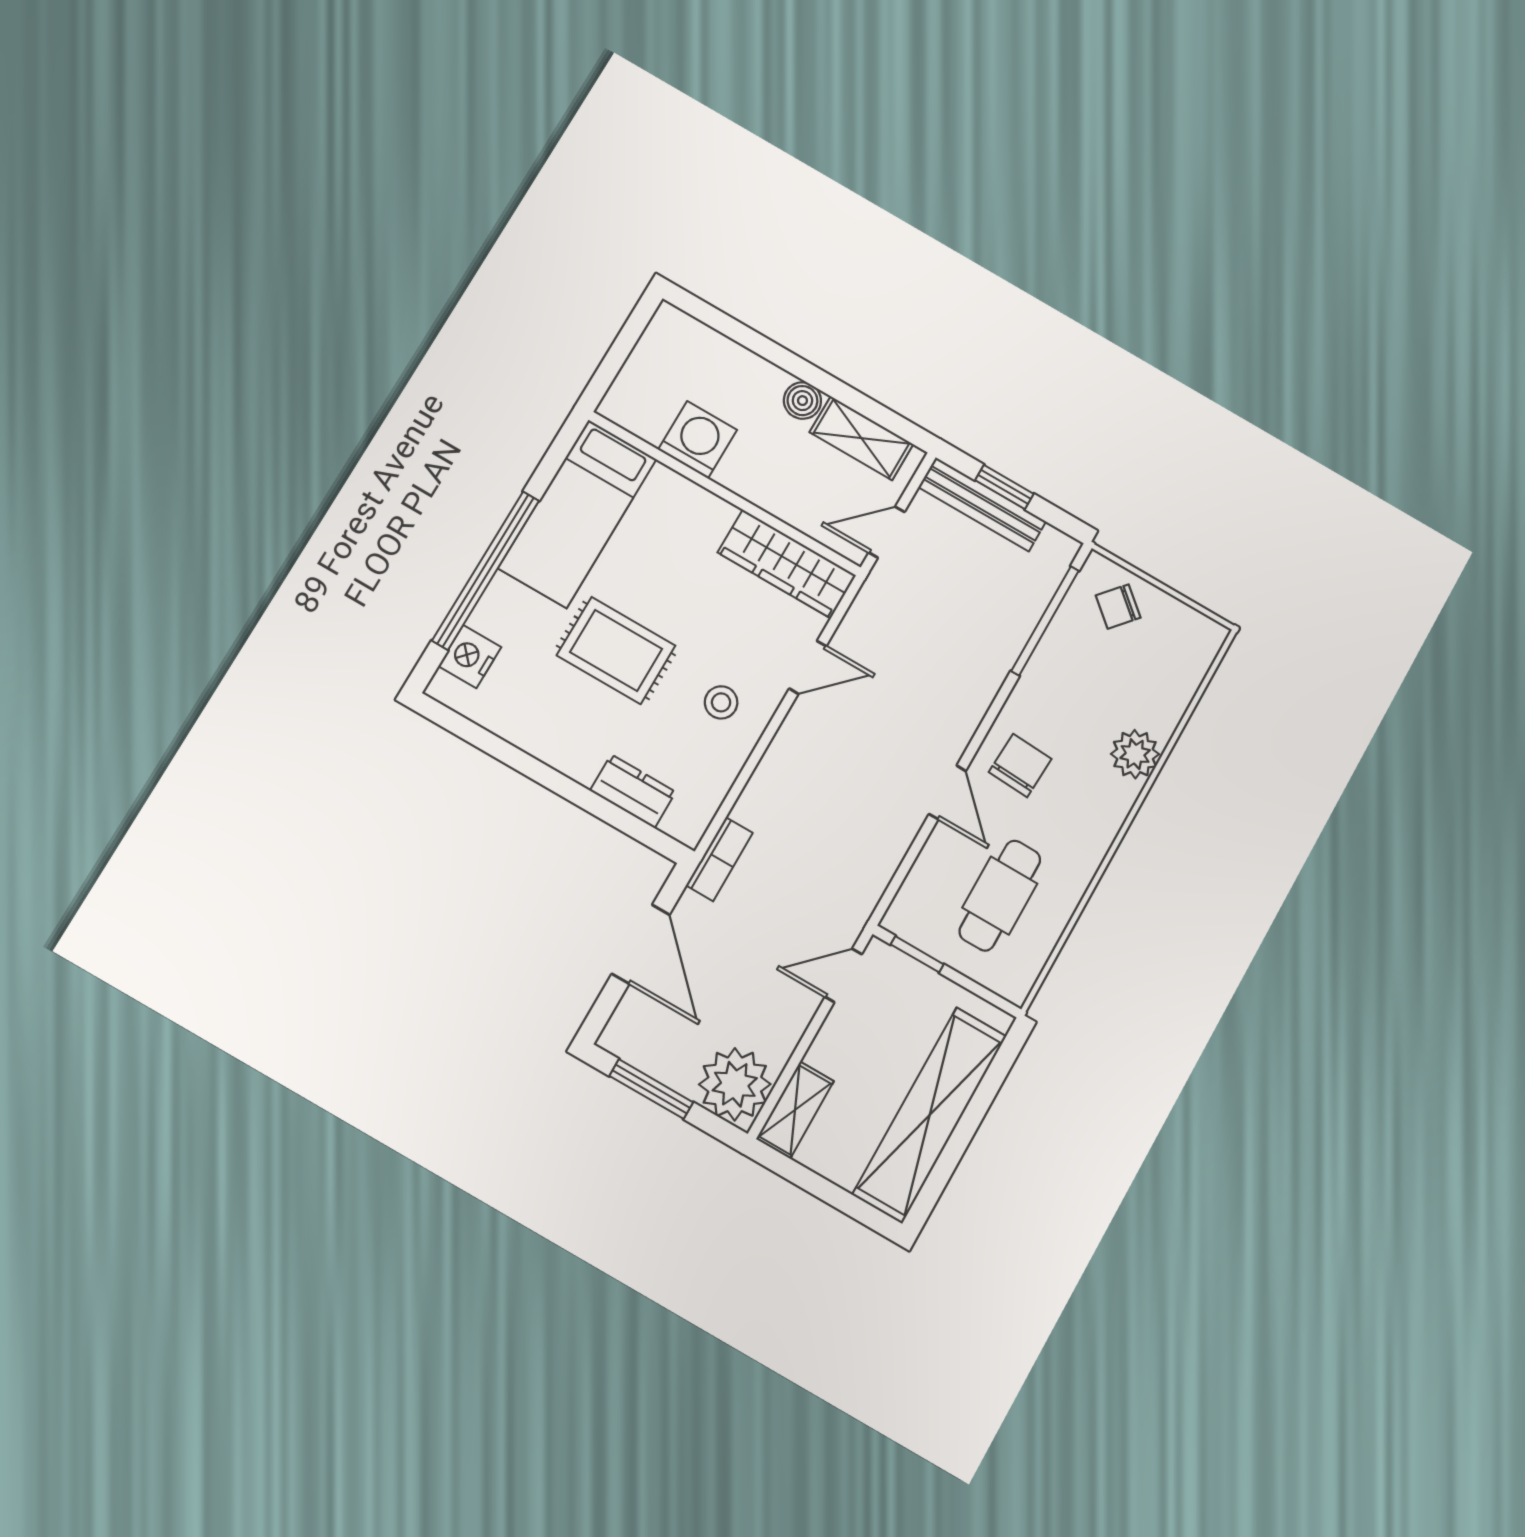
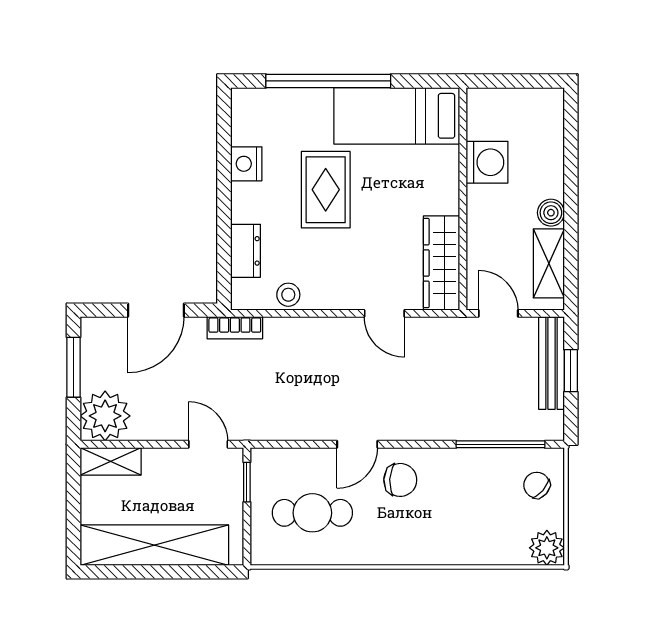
nightstand: (470, 657) -> (246, 164), moved, turned -90
stool: (721, 702) -> (288, 295), moved
plant: (1135, 754) -> (547, 548), moved

